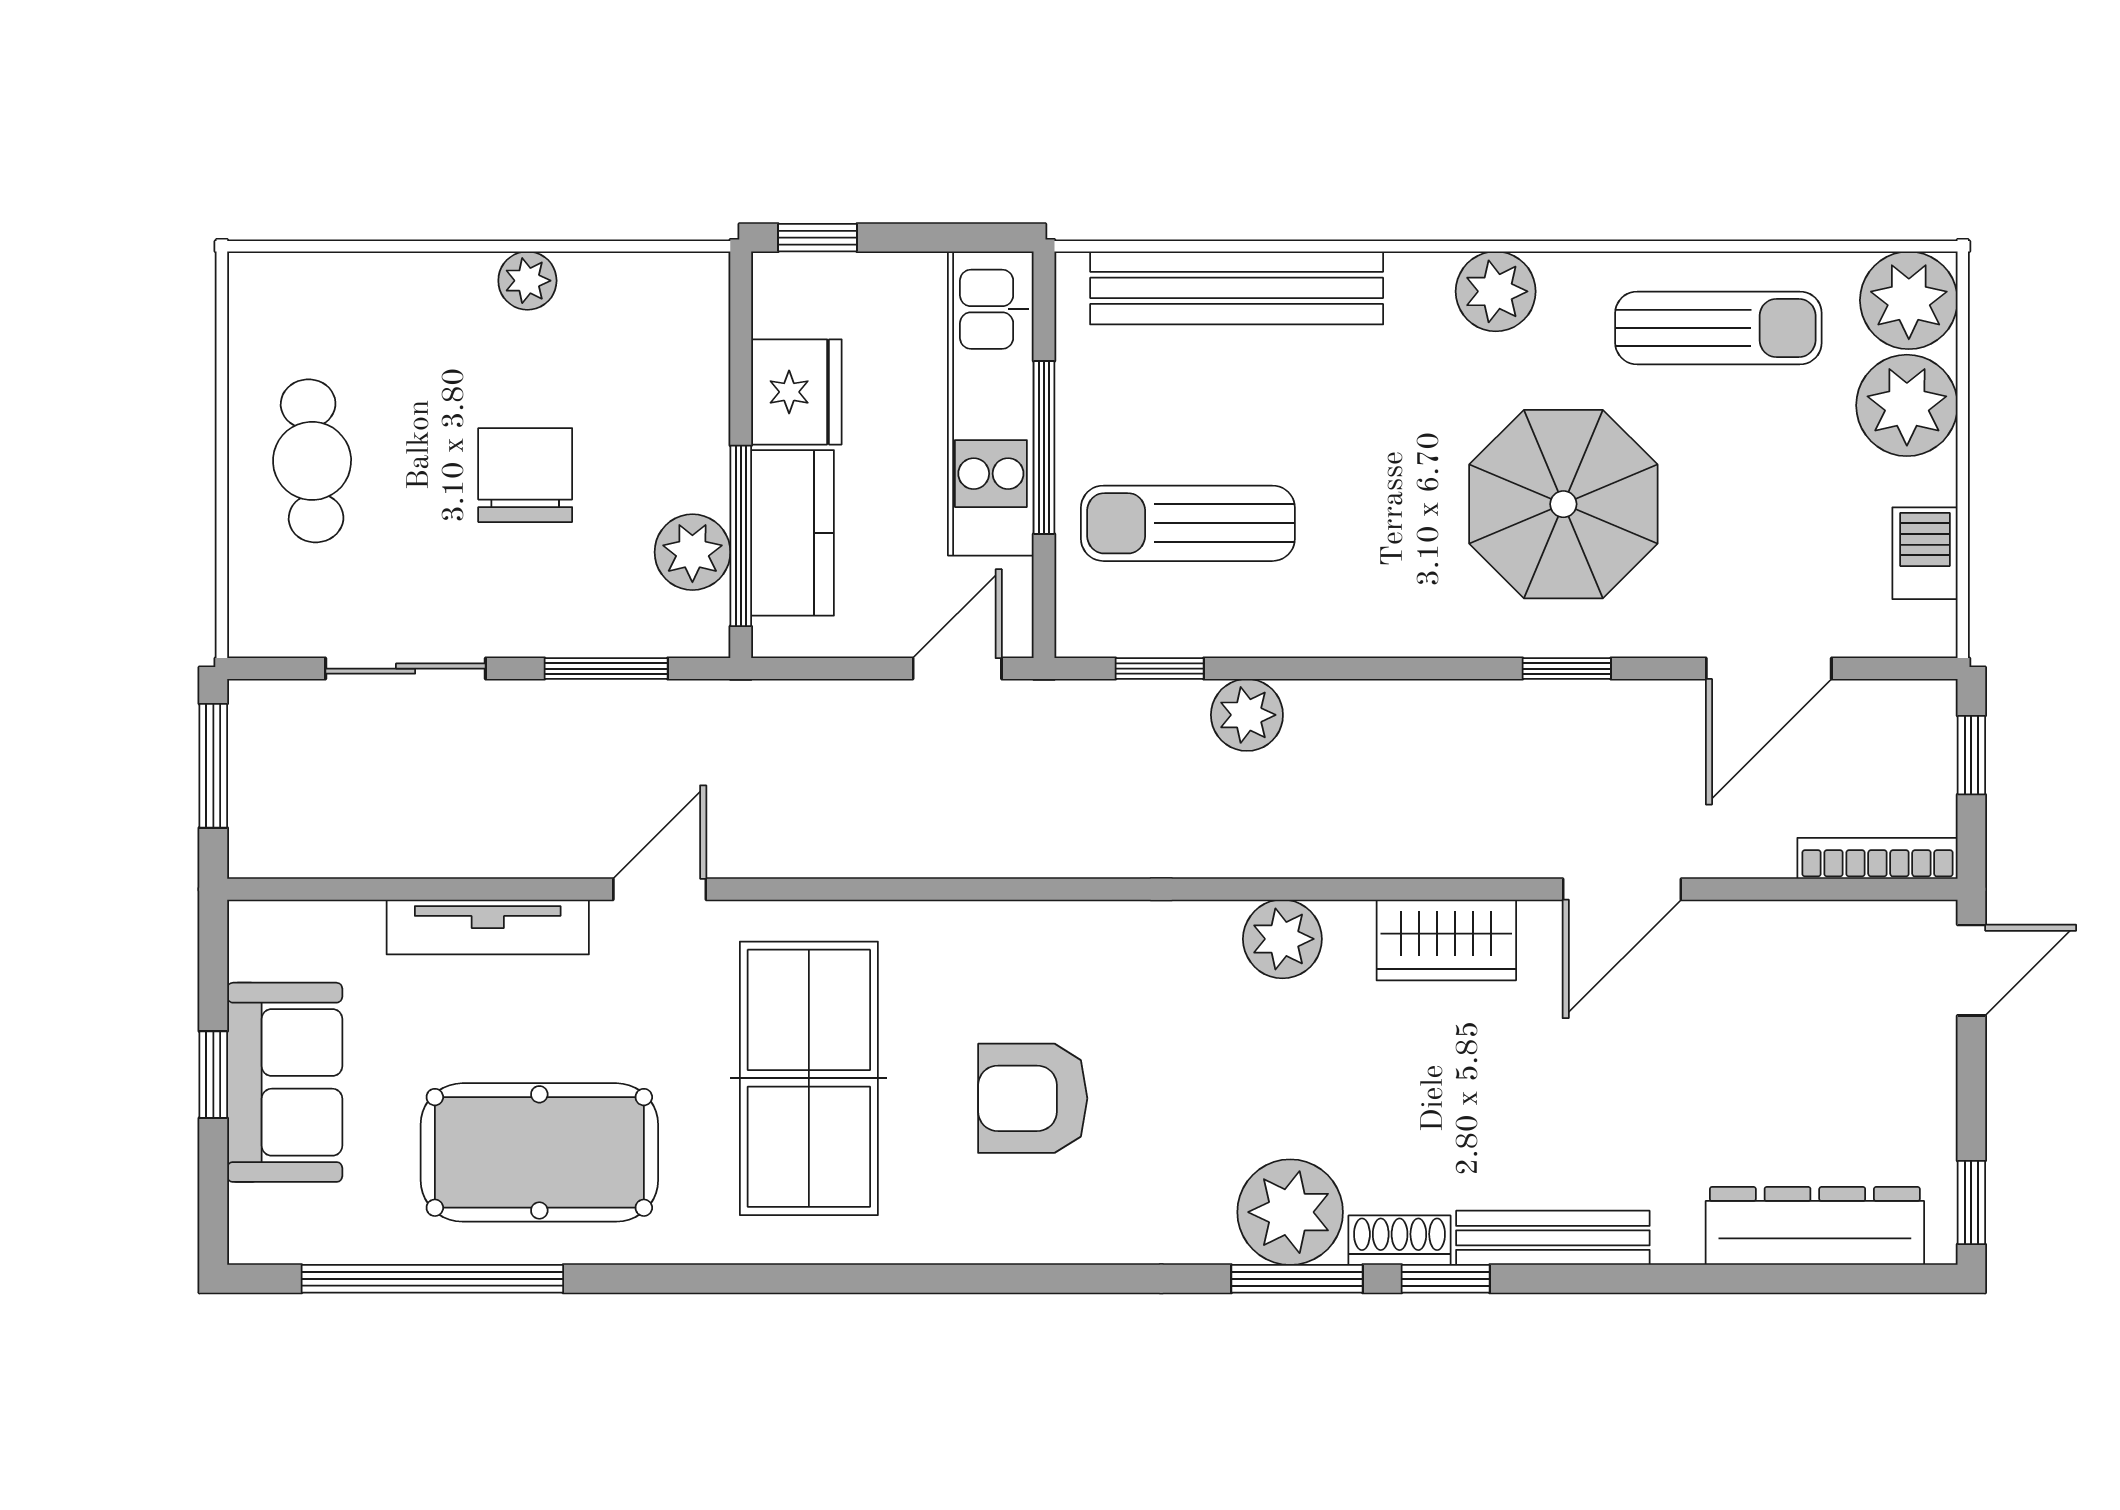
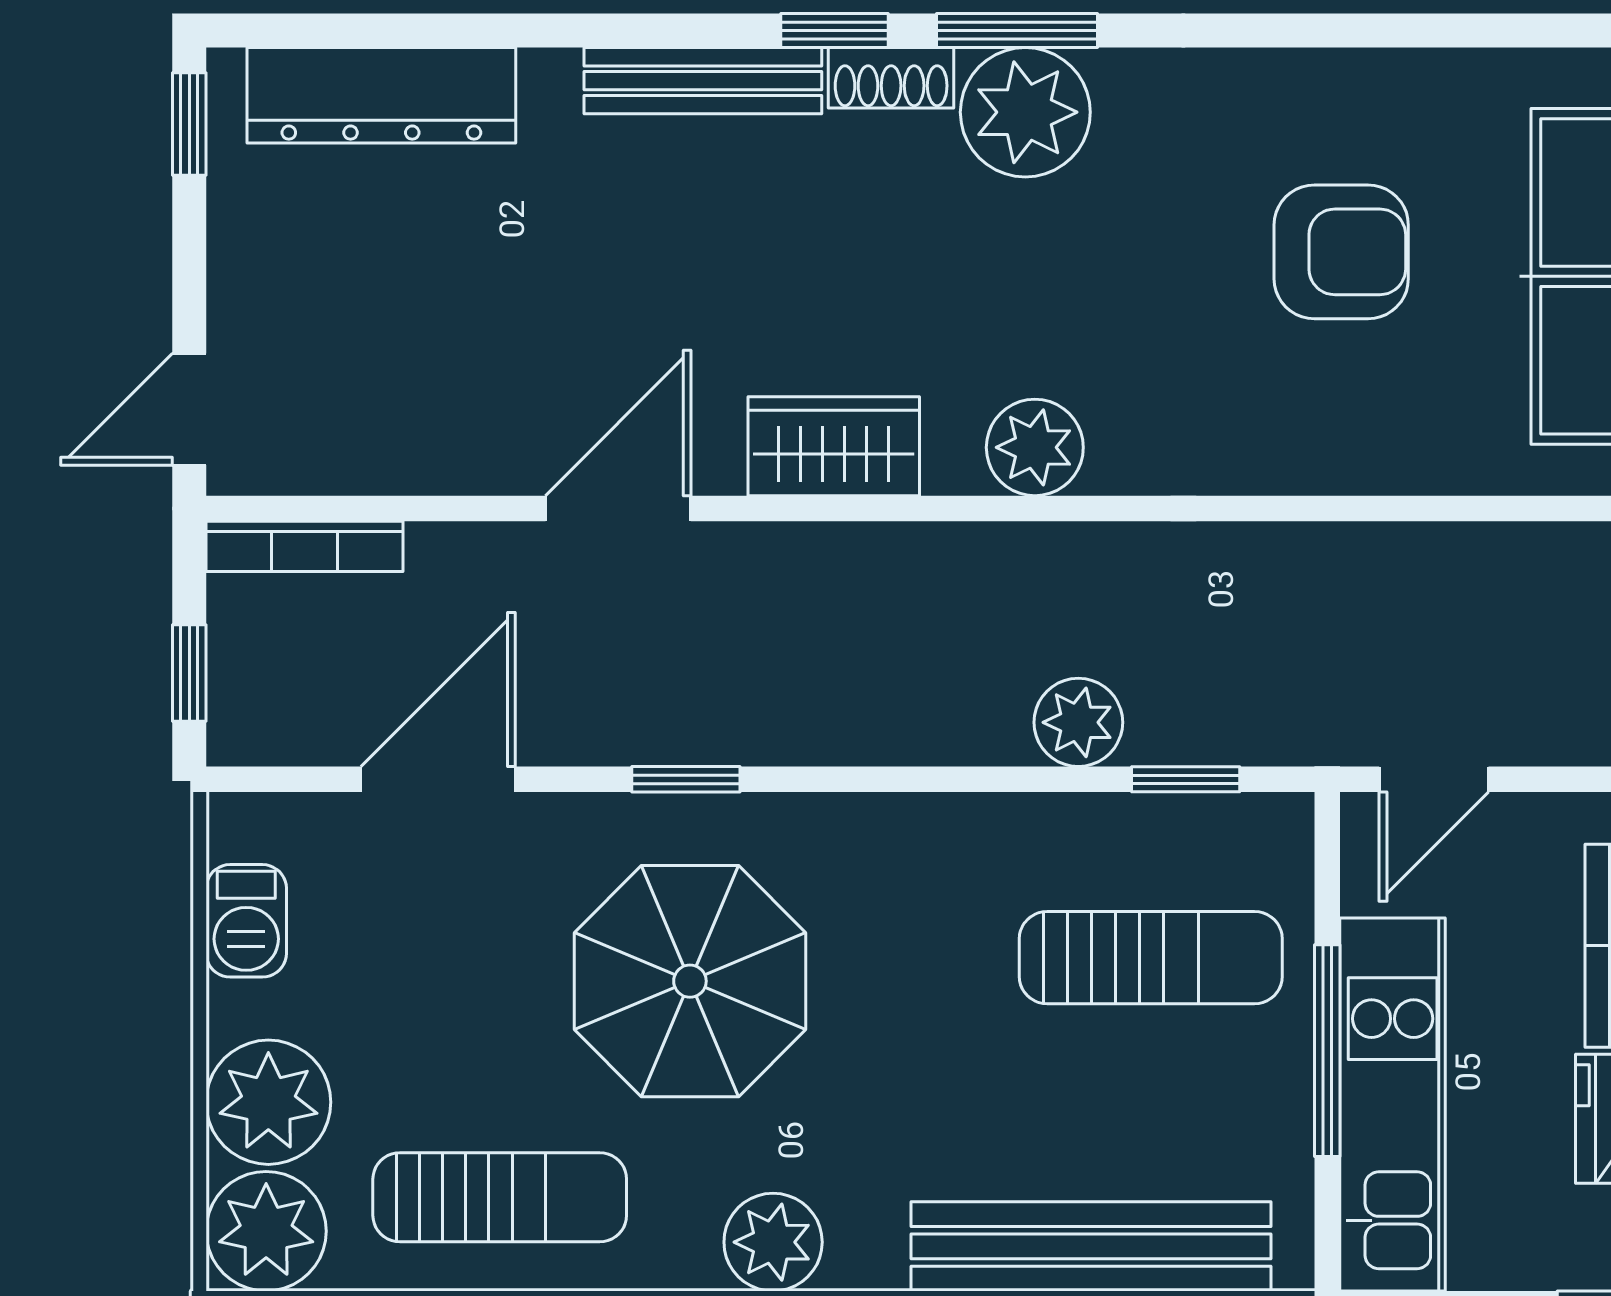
sun lounger: (1718, 328) -> (500, 1197), turned 180

